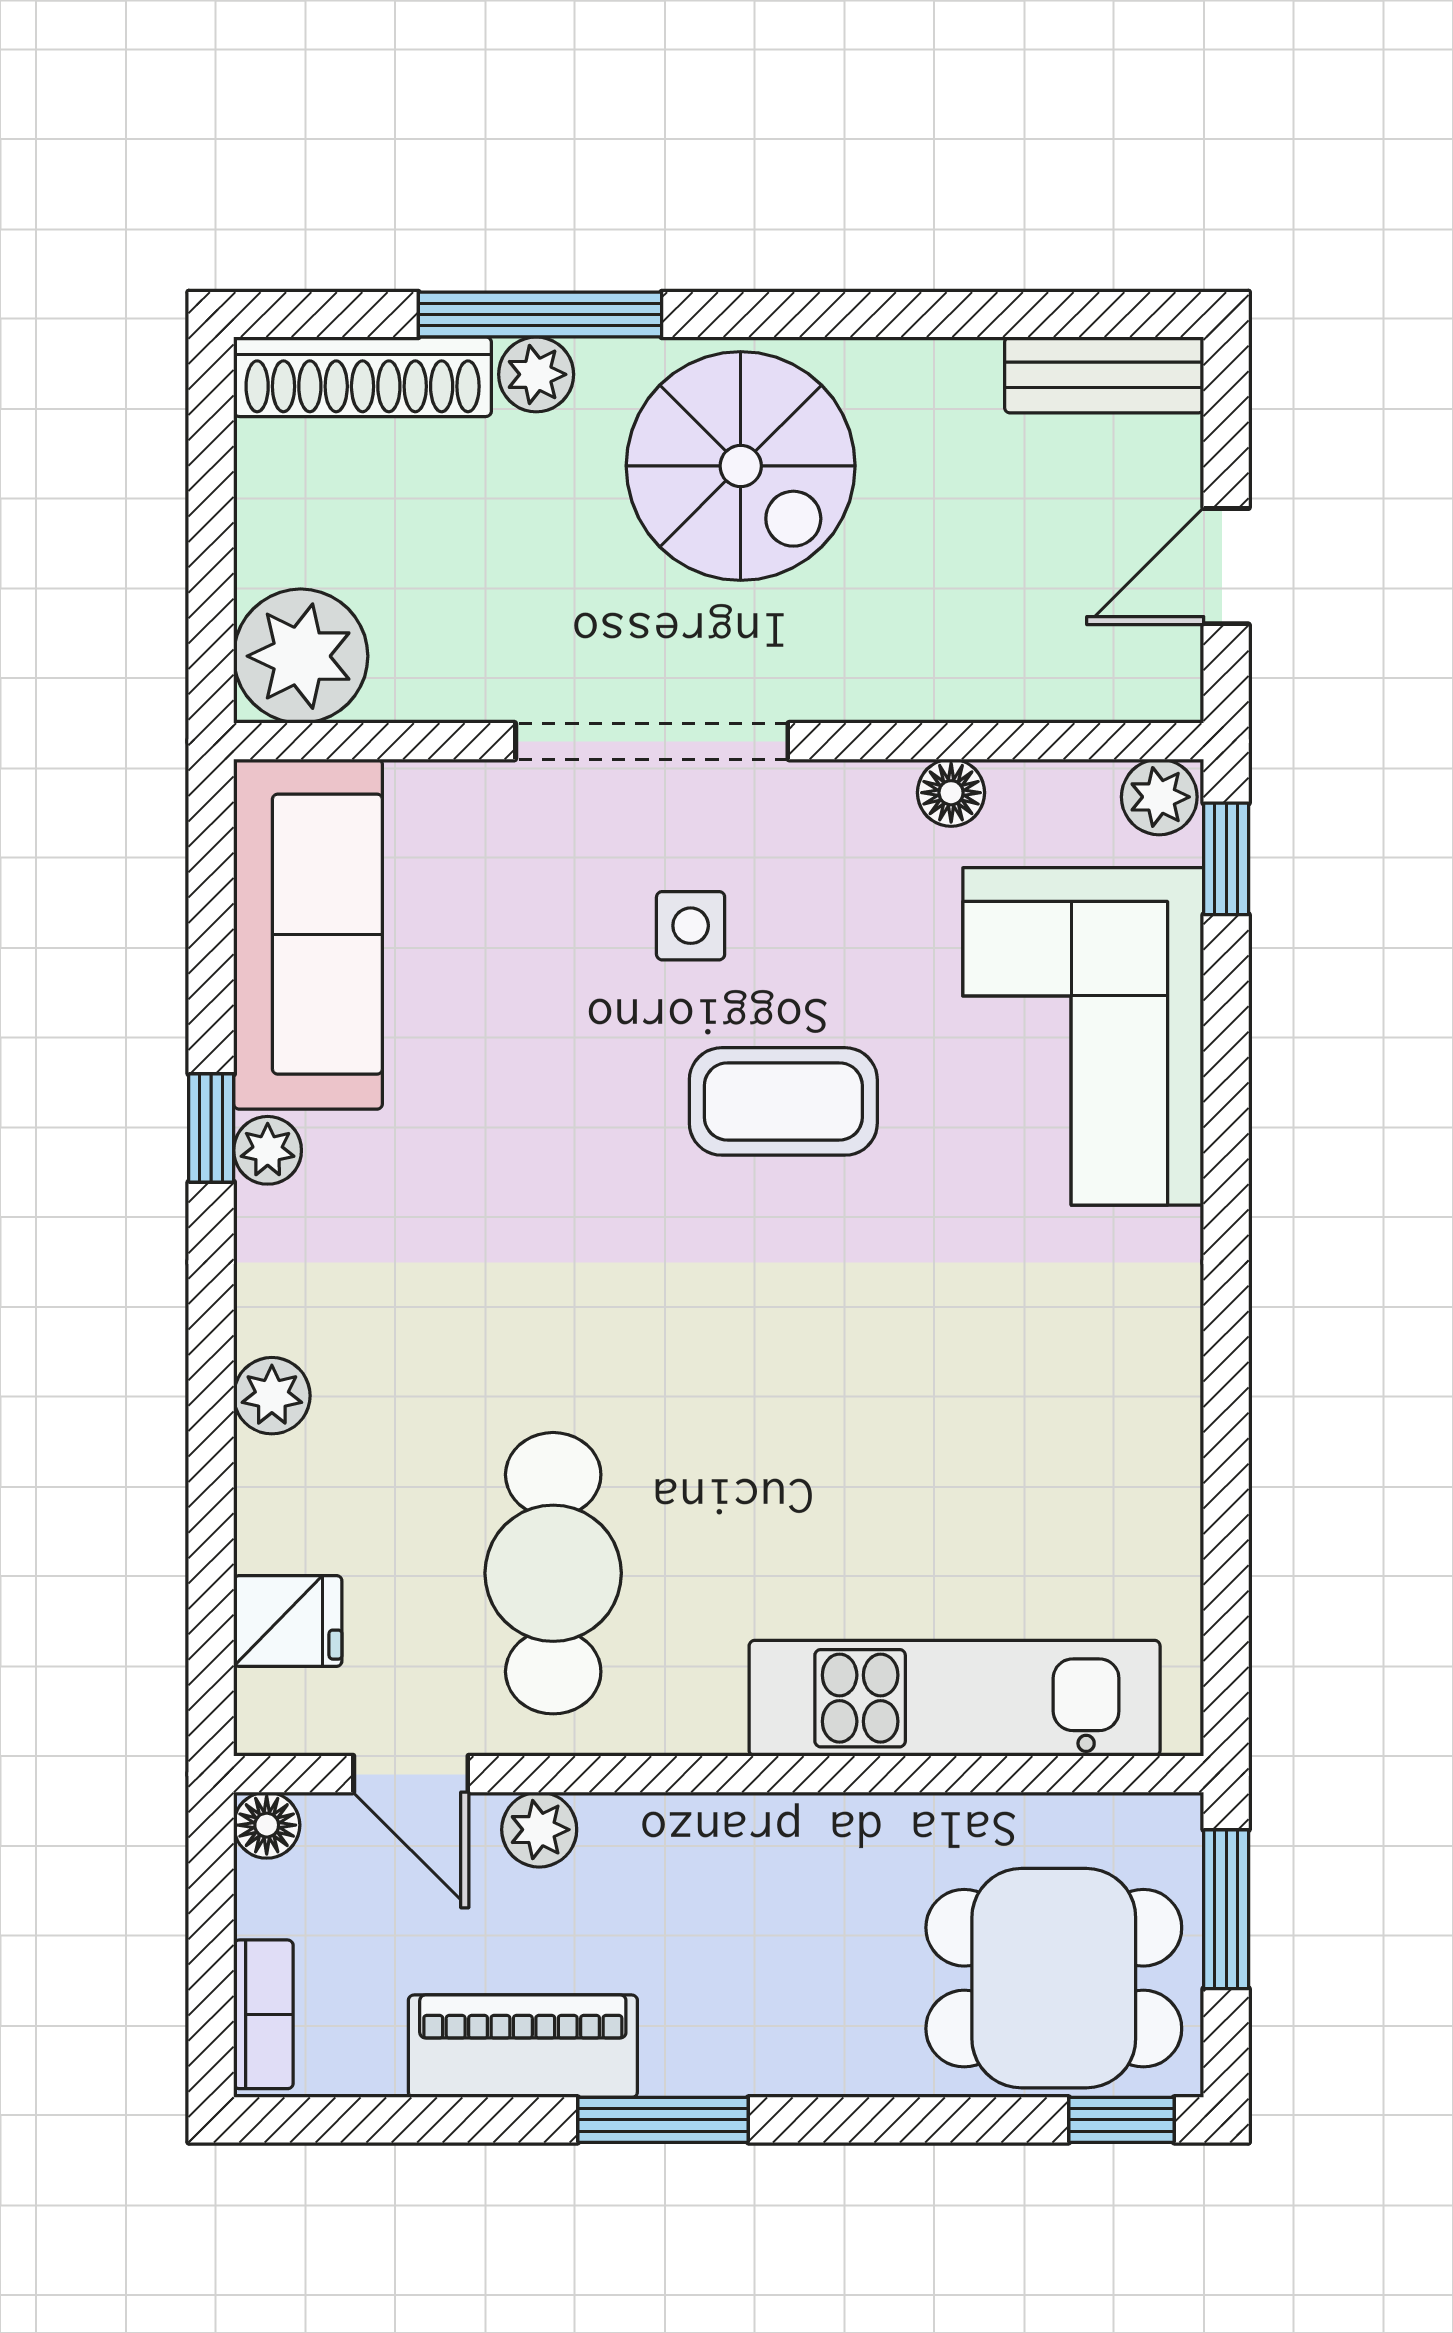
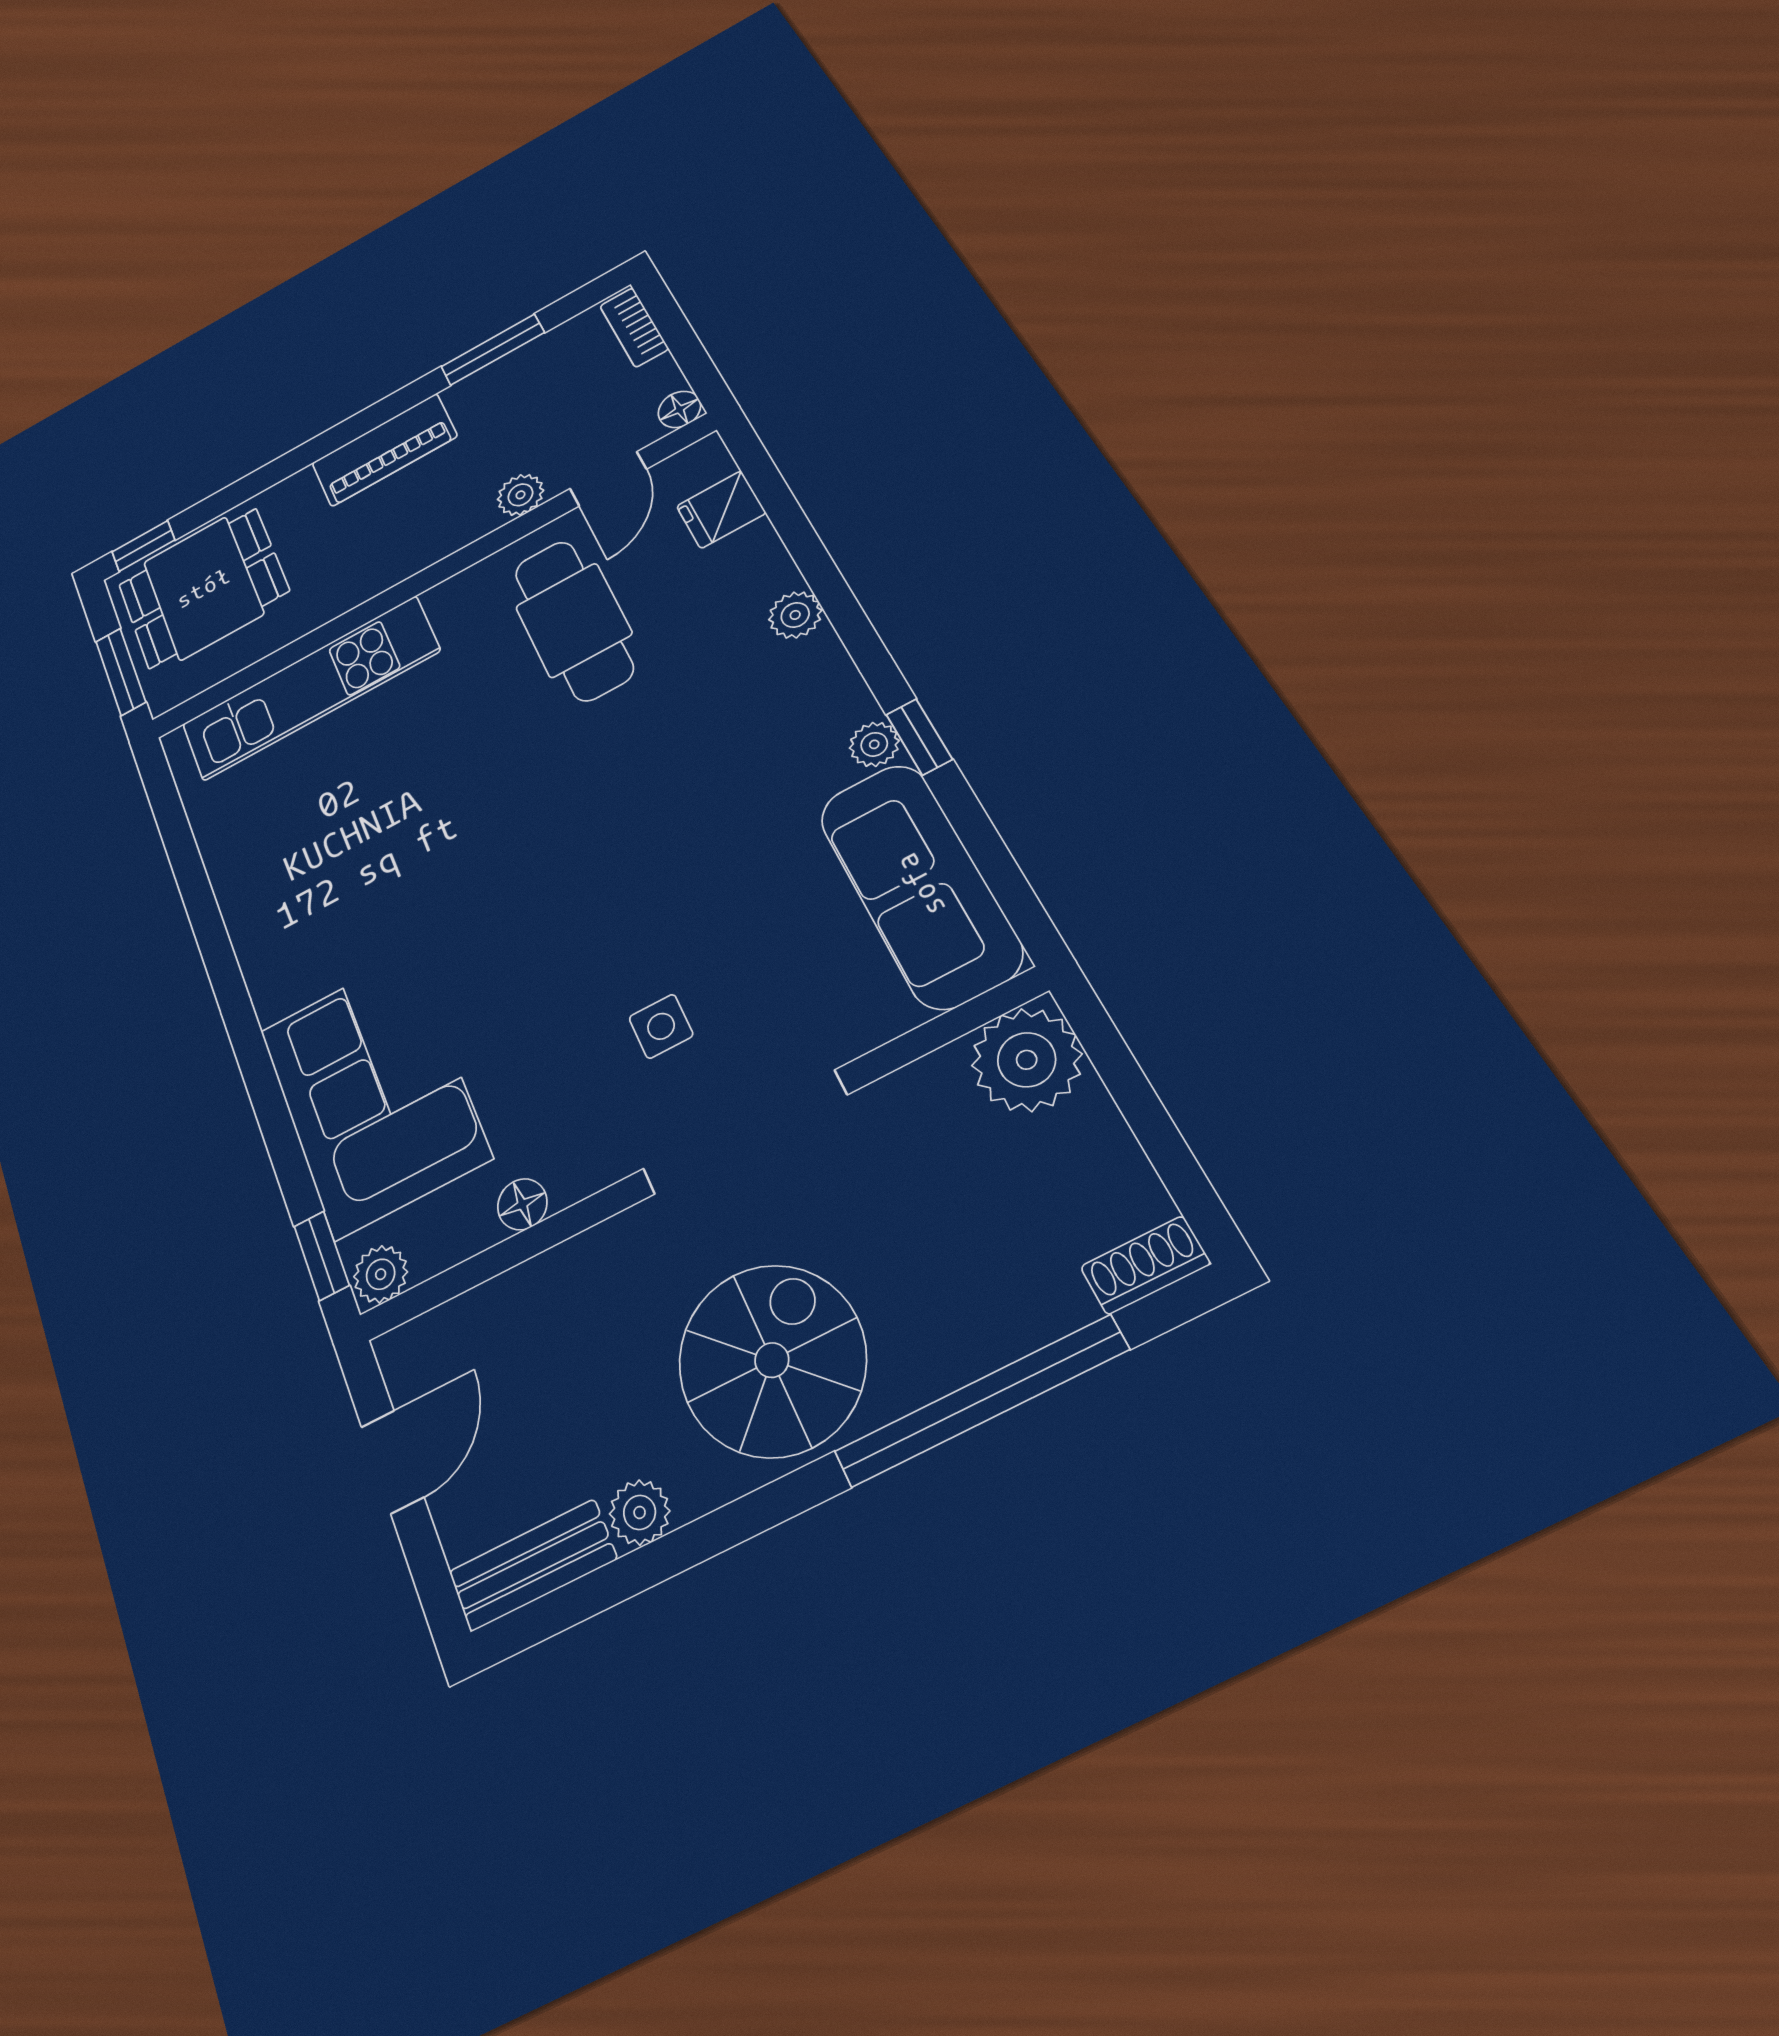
window: (540, 314) -> (981, 1401), width x1.46
plant: (536, 374) -> (640, 1512), moved
shoe rack: (363, 377) -> (1145, 1265), width x0.51, depth x0.81
spiral stairs: (741, 466) -> (772, 1360), turned 90
coffee table: (783, 1101) -> (551, 952), removed
door: (411, 1774) -> (608, 479), swing flipped
piano: (523, 2046) -> (384, 450), moved
window: (663, 2120) -> (493, 350), moved

